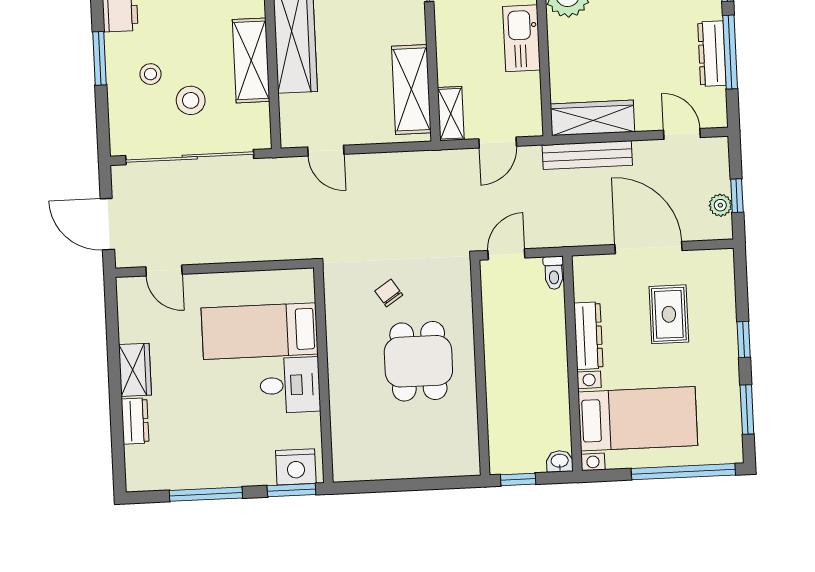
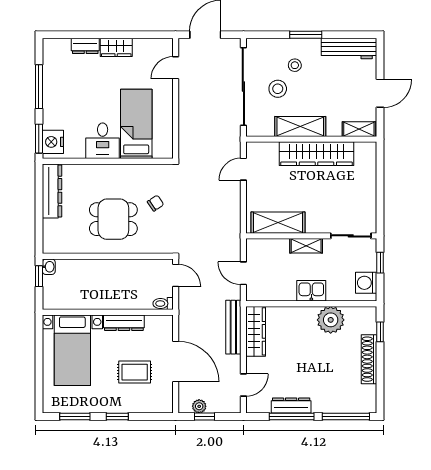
kitchen sink: (522, 38) -> (311, 291), width x0.73
shelving: (451, 114) -> (306, 246), moved
door: (648, 248) -> (176, 362), hinge flipped
washbasin: (560, 461) -> (49, 267), moved
dresser: (377, 465) -> (52, 191), added
window: (683, 472) -> (39, 376), removed

